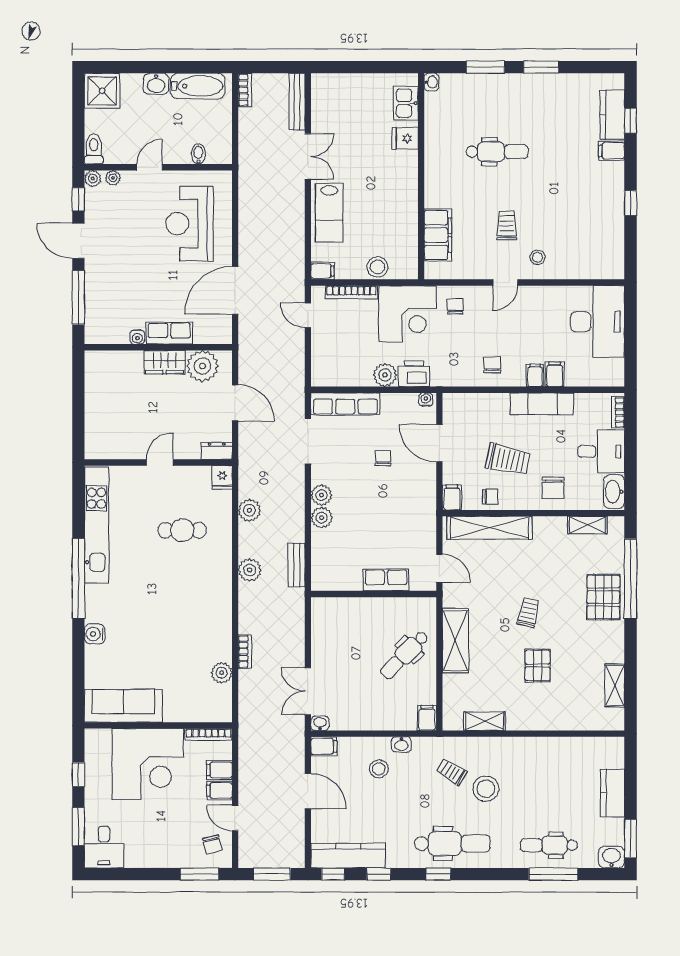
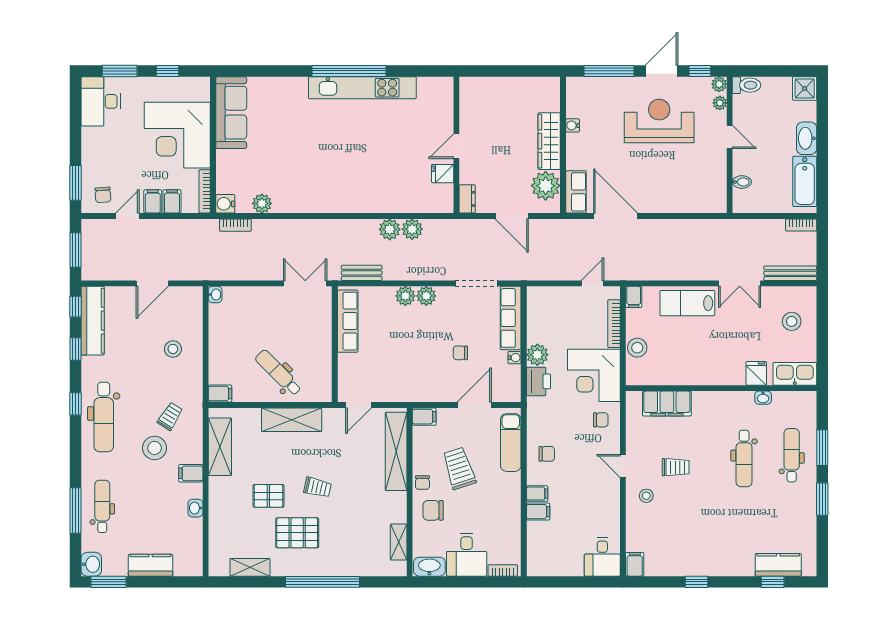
washbasin: (431, 82) -> (763, 398), moved
washbasin: (156, 84) -> (807, 138), width x1.38
shower: (102, 91) -> (805, 89), width x0.73, depth x0.73
stool: (349, 100) -> (792, 321), added
dental chair: (494, 100) -> (792, 455), added
kitchen sink: (406, 103) -> (795, 374), width x1.38
filing cabinet: (612, 151) -> (635, 564), moved
reception desk: (189, 224) -> (659, 121), moved
desk: (597, 322) -> (602, 557), width x0.53, depth x0.77
row of seats: (169, 333) -> (576, 192), moved
wardrobe: (165, 362) -> (549, 141), width x1.50
water cooler: (426, 400) -> (515, 358), moved
door: (235, 403) -> (512, 216), hinge flipped
exam couch: (542, 404) -> (511, 443), moved
chair: (383, 458) -> (460, 353), turned 180
trolley: (508, 459) -> (459, 468), turned 150
door: (160, 463) -> (456, 146), swing flipped
fridge: (222, 477) -> (443, 174), moved
chair: (490, 497) -> (422, 483), moved
kitchen unit: (96, 525) -> (362, 88), moved
cafe table: (182, 530) -> (394, 167), removed
plant: (250, 570) -> (390, 229), moved
window: (631, 579) -> (323, 582), moved
row of seats: (386, 580) -> (348, 321), moved, width x1.48
pallet: (603, 597) -> (297, 533), moved
water cooler: (95, 634) -> (225, 204), moved, turned -90
bookcase: (245, 652) -> (235, 225), moved
double door: (308, 691) -> (305, 283), moved
shelving: (485, 721) -> (220, 447), width x1.50, depth x1.33
washbasin: (401, 744) -> (195, 508), moved
filing cabinet: (324, 746) -> (191, 473), moved, turned 90
chair: (212, 844) -> (103, 195), turned -80
desk: (104, 847) -> (101, 101), width x1.37

